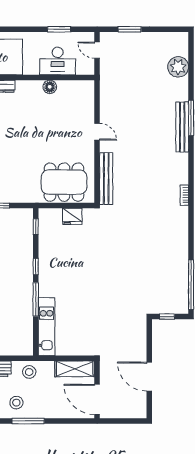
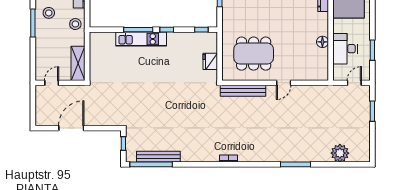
bench: (182, 127) -> (158, 157), moved
dining table: (64, 182) -> (254, 54), moved, turned 90
kitchen unit: (46, 327) -> (141, 39), moved
door: (97, 399) -> (52, 83), width x0.53

